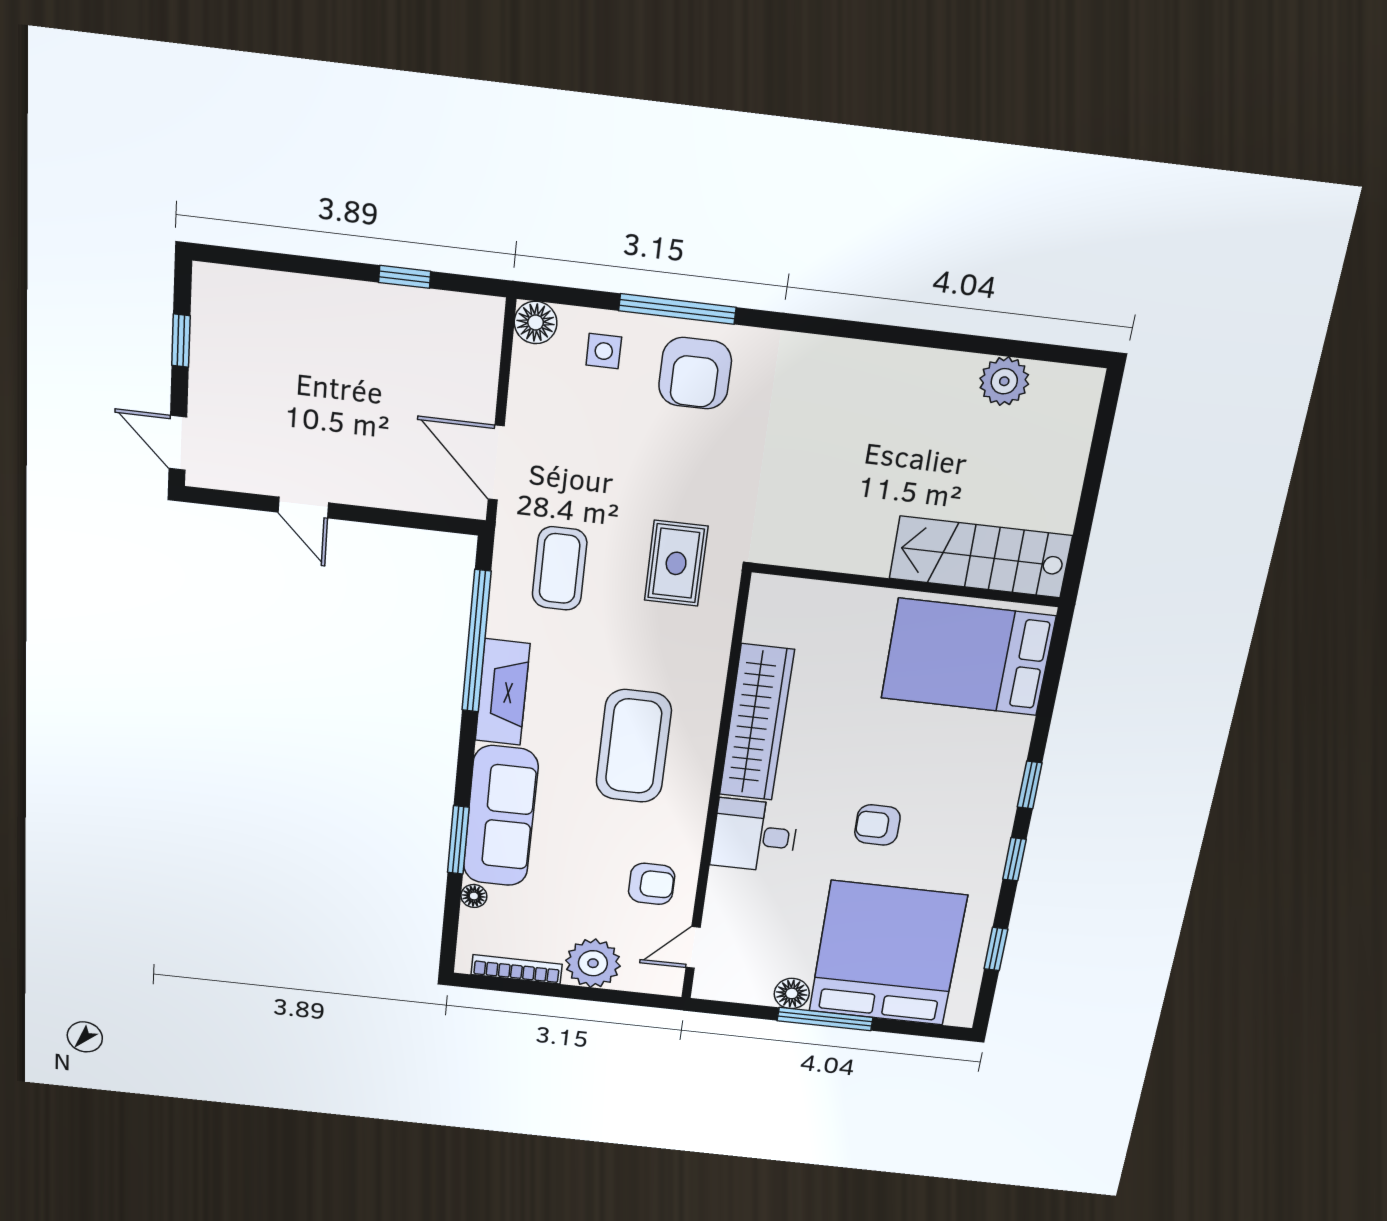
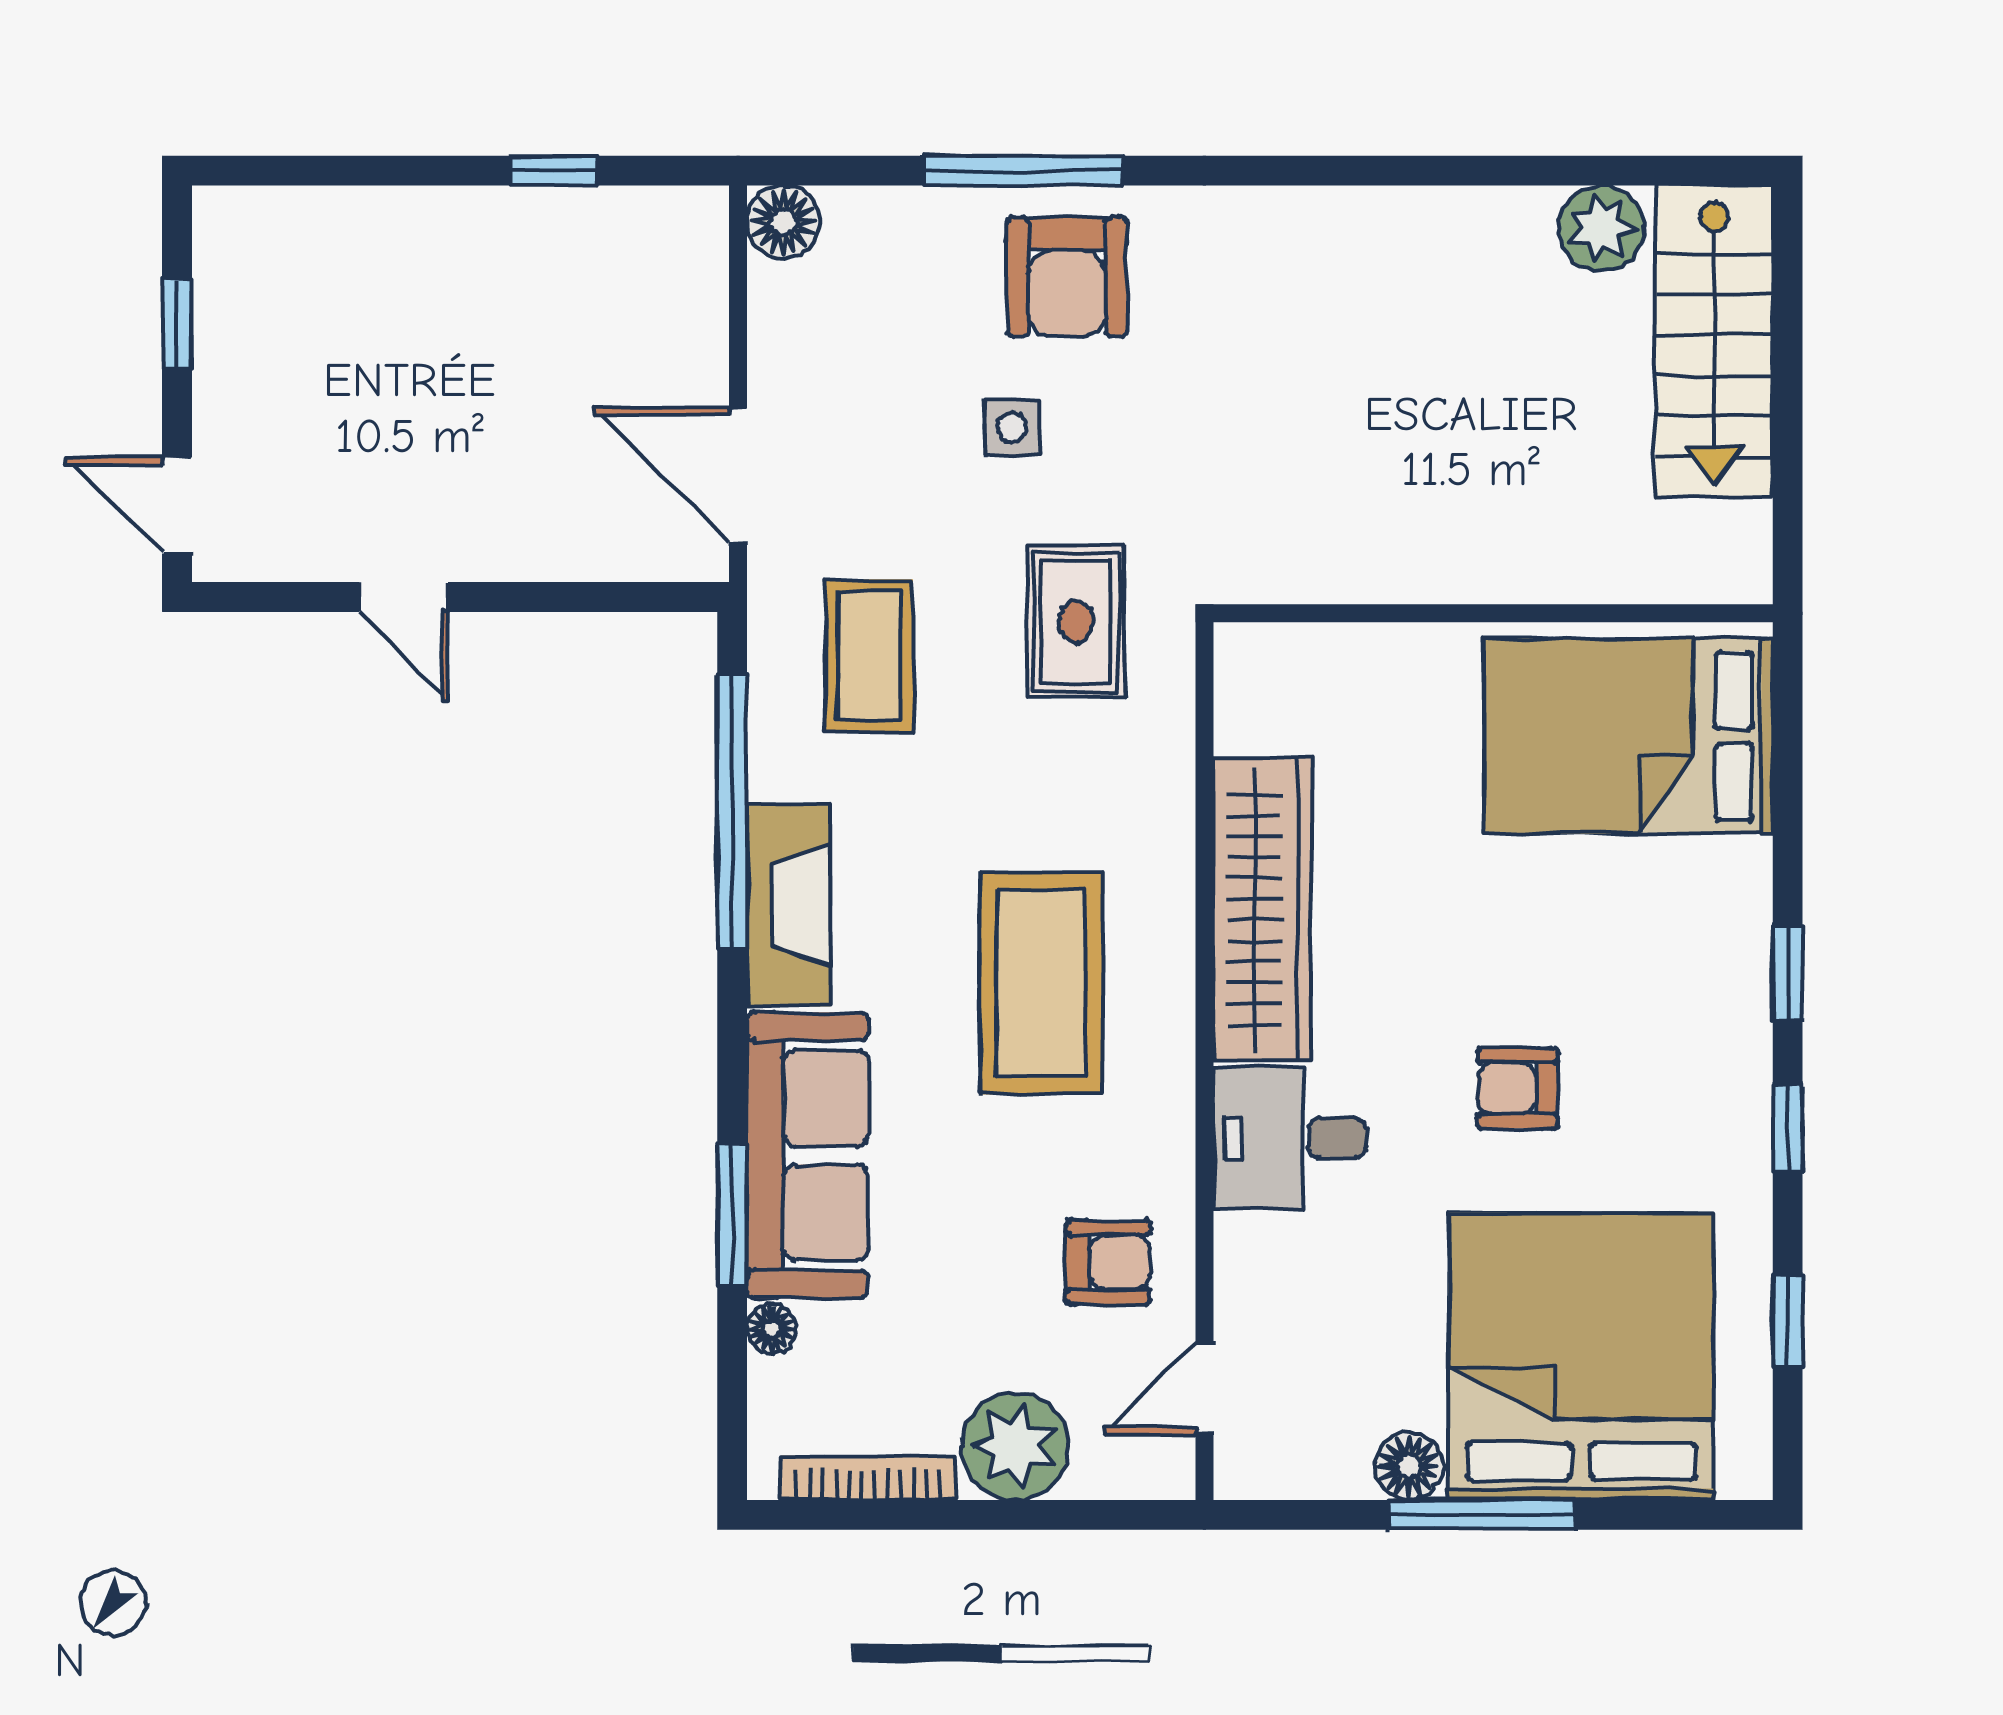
side table: (604, 351) -> (1012, 427), moved
stairs: (981, 557) -> (1714, 341), moved, turned -90

